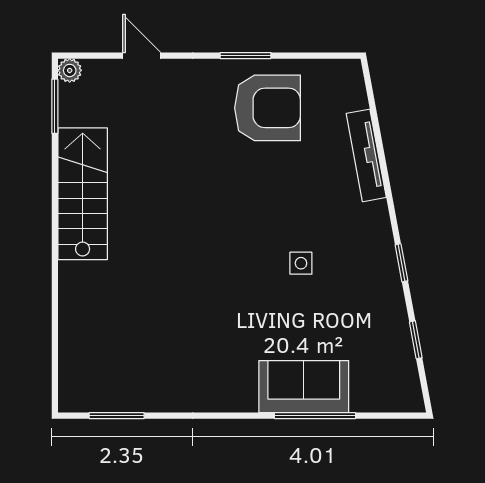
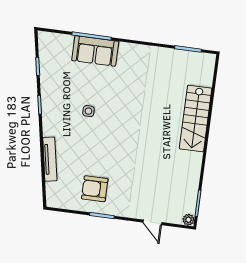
armchair: (268, 108) -> (95, 189), width x0.73, depth x0.73
stairs: (83, 194) -> (196, 118), moved

